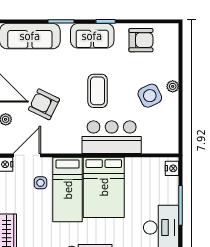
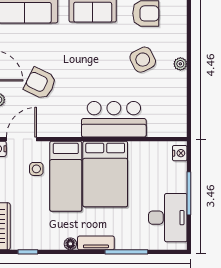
coffee table: (98, 91) -> (99, 69), removed
side table: (150, 96) -> (143, 60), moved

